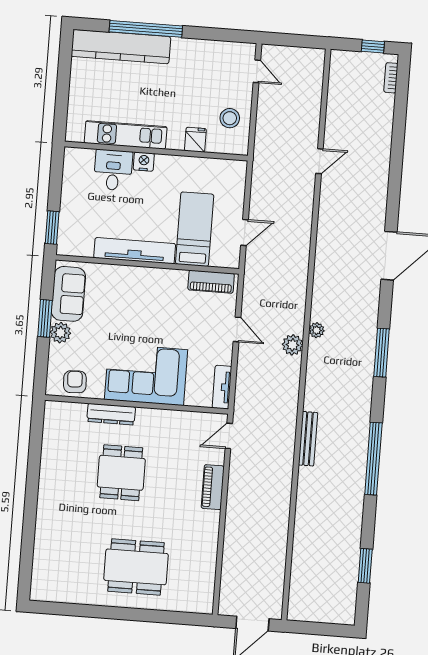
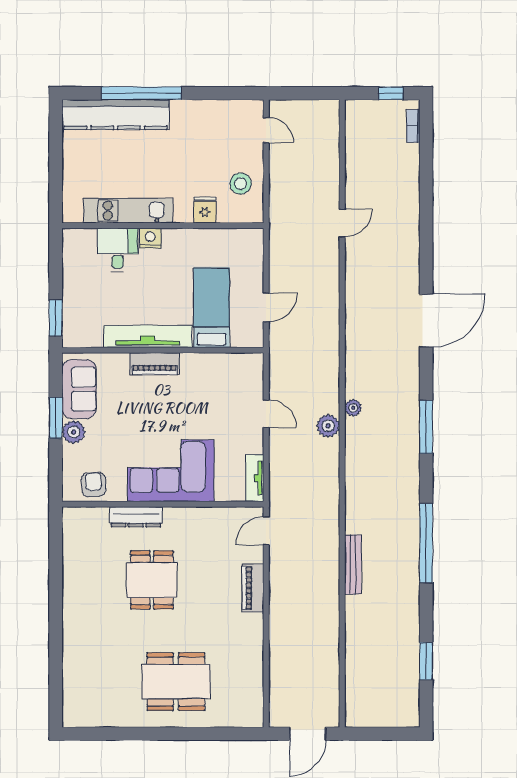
piano: (211, 282) -> (155, 364), moved
bench: (308, 439) -> (353, 564), moved

